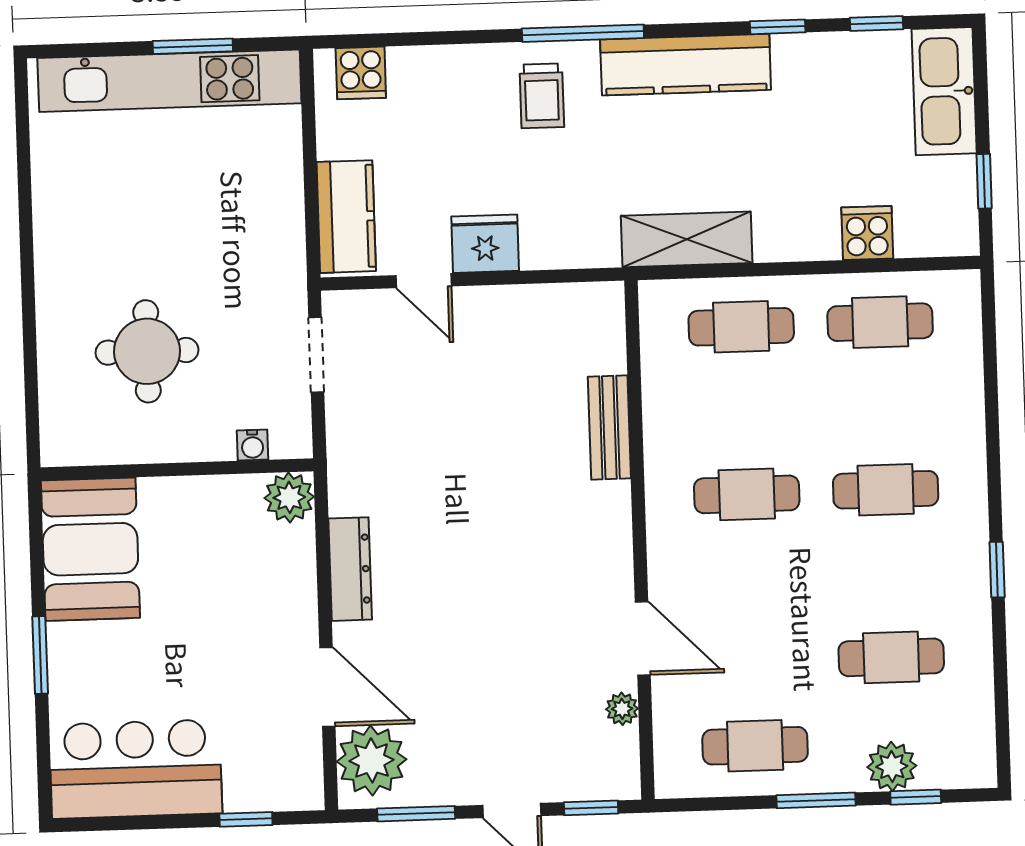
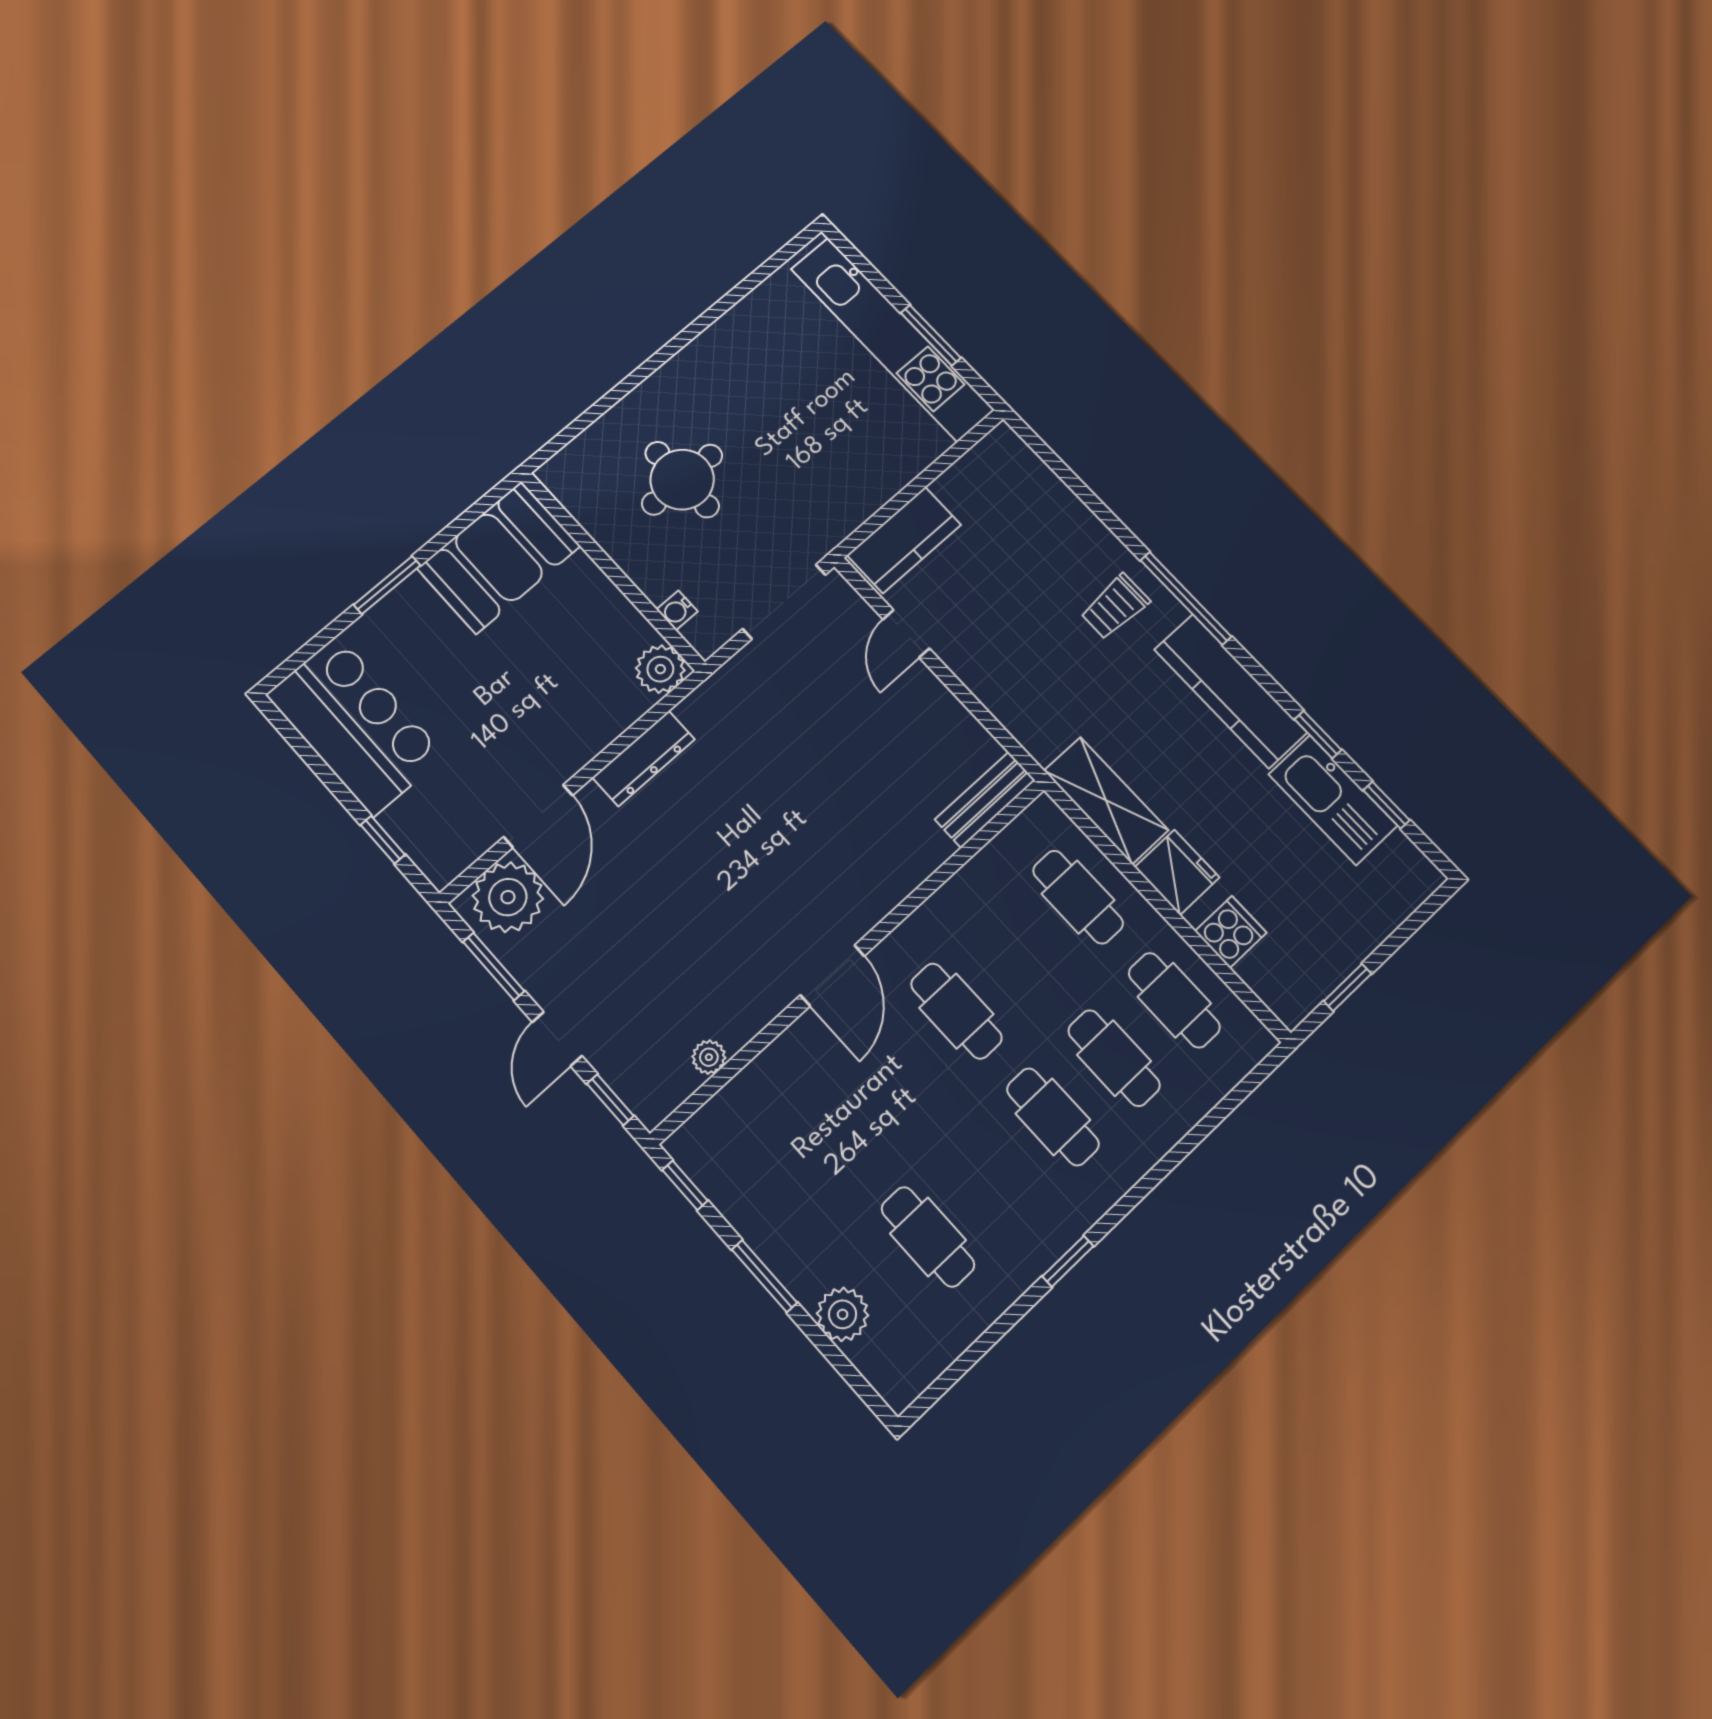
cooker: (361, 73) -> (1016, 466), removed
kitchen sink: (944, 91) -> (1333, 800), moved, turned -90
fridge: (485, 244) -> (1177, 872), moved
doorway: (316, 355) -> (784, 602), width x1.38
bench: (609, 427) -> (985, 800), moved
door: (643, 638) -> (832, 975), moved
cafe table: (755, 746) -> (1114, 1058), moved
window: (916, 797) -> (685, 1185), moved

